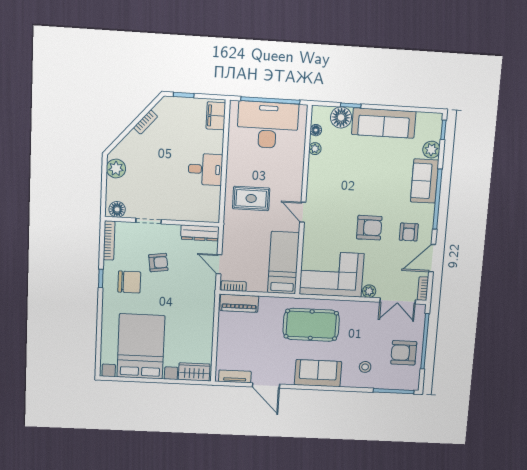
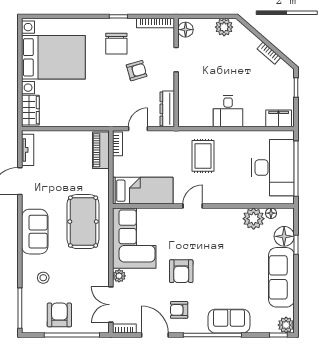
plant: (315, 149) -> (254, 219), width x1.88, depth x1.88
plant: (431, 150) -> (286, 325), moved
armchair: (158, 263) -> (137, 71), turned -98

